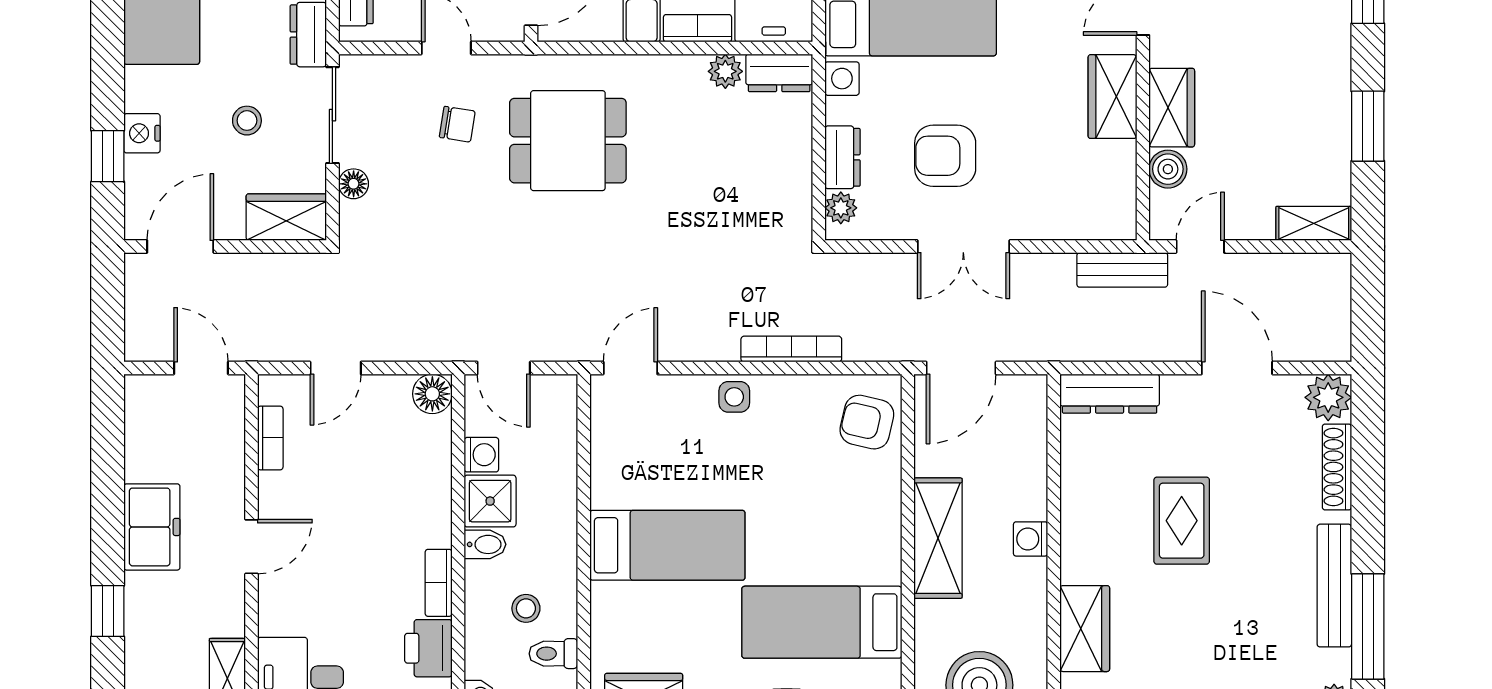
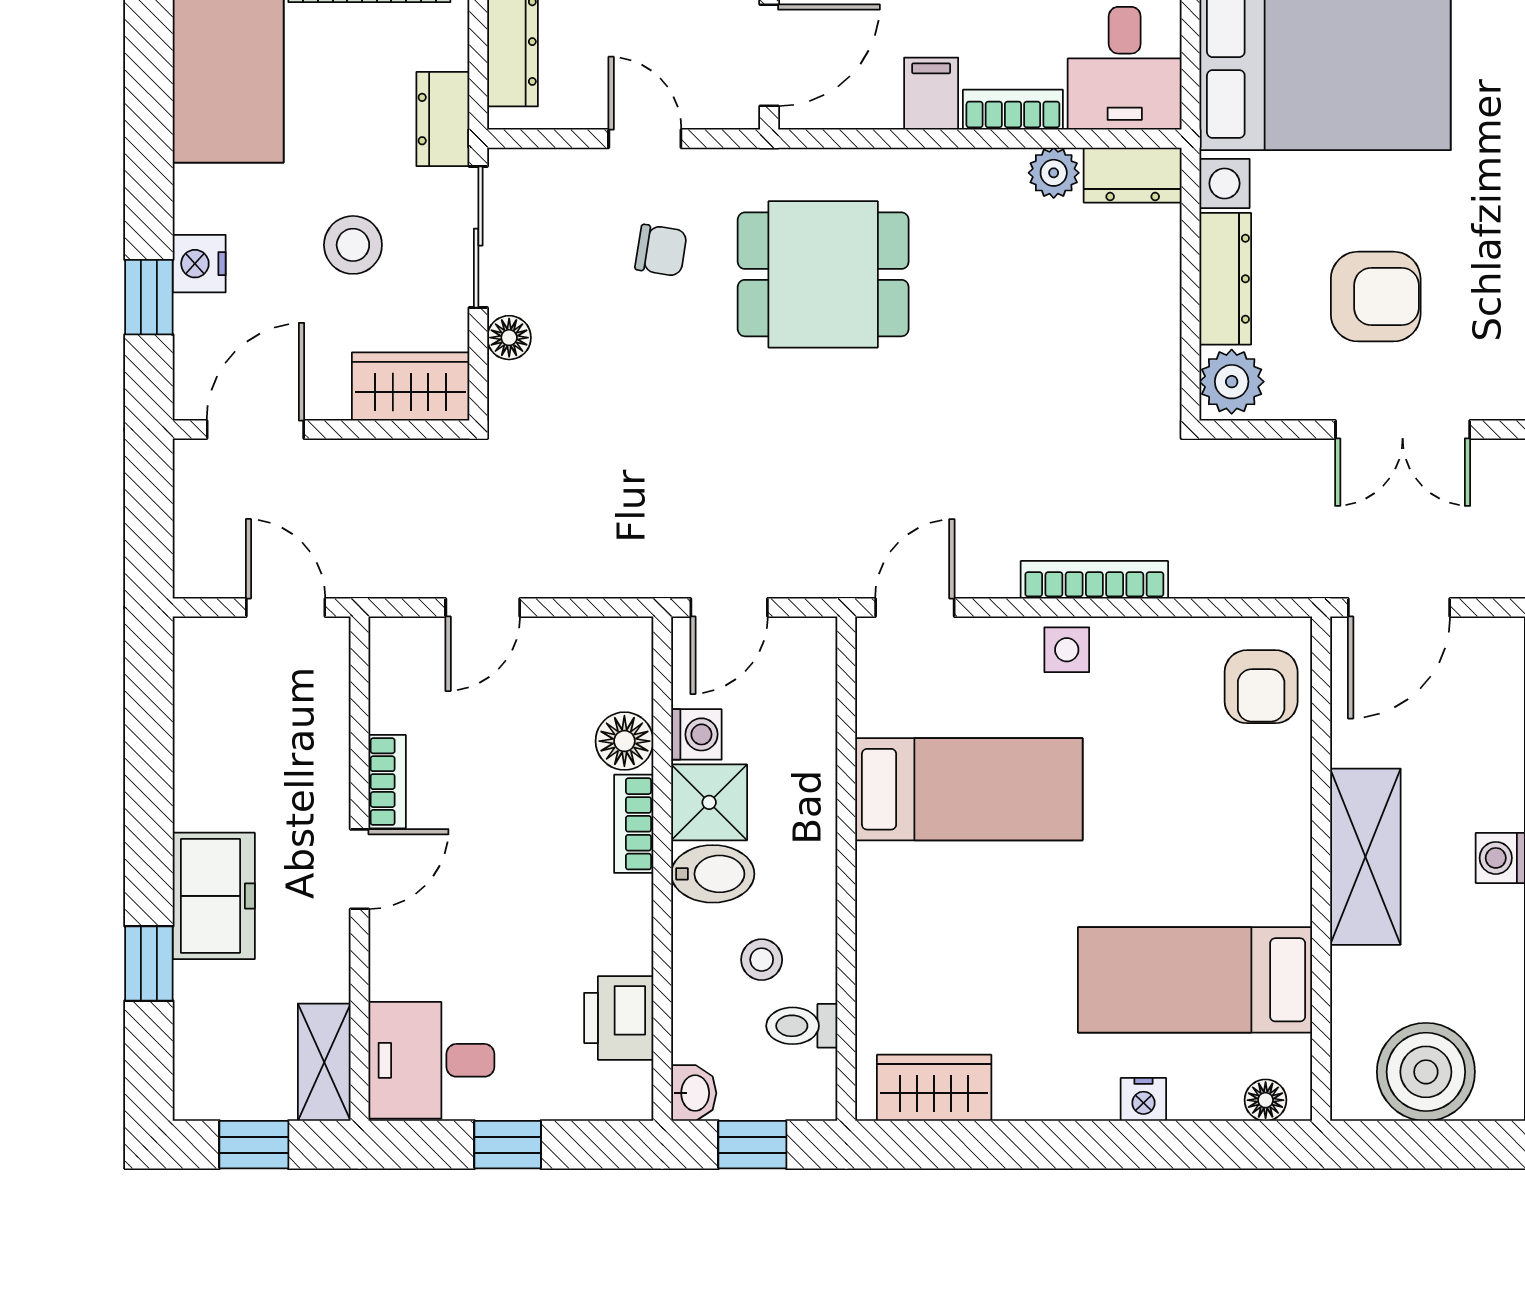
stool: (247, 121) -> (353, 245), width x1.37, depth x1.37
armchair: (945, 156) -> (1376, 297), turned 180
dresser: (842, 157) -> (1225, 279), width x1.44
plant: (841, 208) -> (1232, 382), width x1.38, depth x1.38
bookcase: (791, 349) -> (1094, 580), moved
door: (504, 368) -> (729, 608), hinge flipped
floor lamp: (432, 394) -> (624, 741), moved
armchair: (867, 422) -> (1261, 687), turned -103
bookcase: (270, 438) -> (387, 782), moved
freezer: (152, 527) -> (214, 896), moved
bidet: (485, 544) -> (713, 874), width x1.38, depth x1.36
bed: (667, 545) -> (969, 789), moved
bookcase: (439, 583) -> (634, 824), moved

